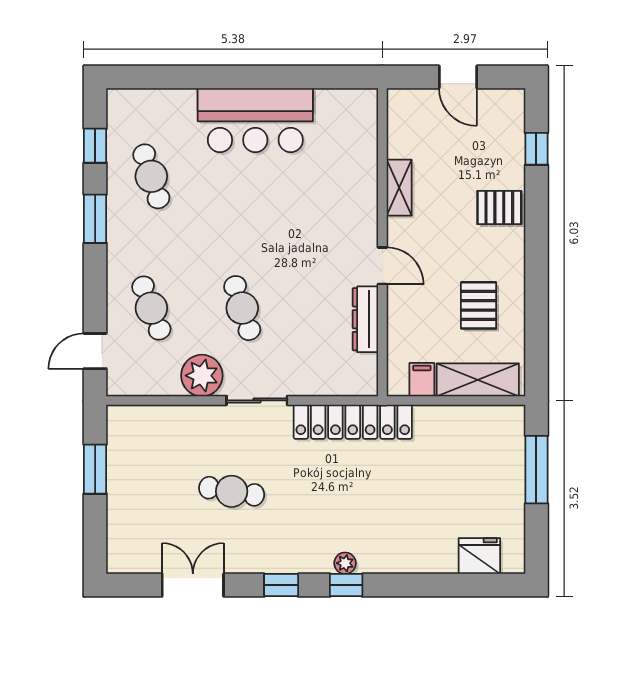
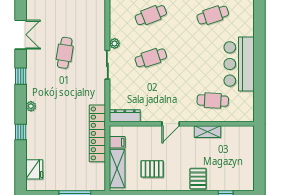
door: (458, 77) -> (259, 159), removed
cafe table: (333, 176) -> (213, 101), added
dresser: (365, 319) -> (125, 116), moved
plant: (202, 376) -> (115, 43), width x0.53, depth x0.53
locker: (353, 422) -> (97, 133), moved
window: (346, 585) -> (21, 132), moved

